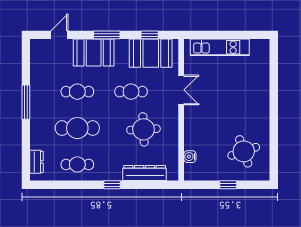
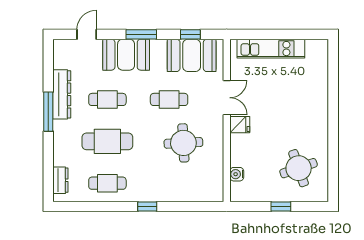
fridge: (192, 114) -> (240, 125), added
dresser: (145, 173) -> (62, 94), moved, turned 90

